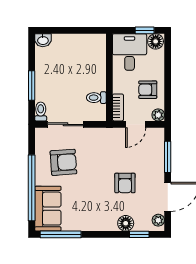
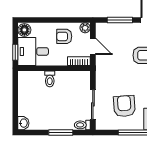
window: (145, 30) -> (15, 52), moved
armchair: (148, 90) -> (64, 36), turned 90
toilet: (96, 98) -> (50, 79), moved

